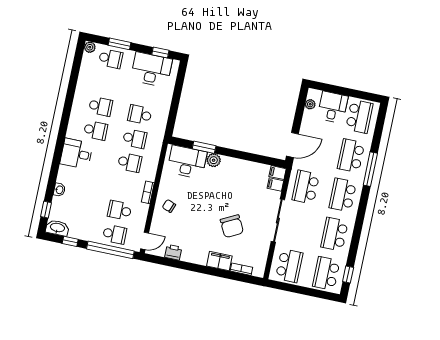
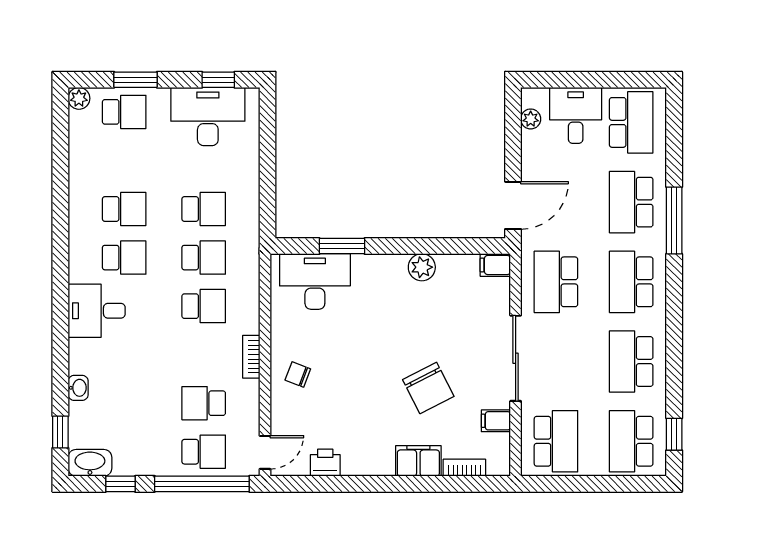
school desk: (140, 115) -> (204, 209), turned 180
plant: (214, 160) -> (422, 267), moved
filing cabinet: (275, 185) -> (496, 421), moved

